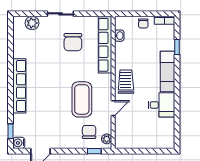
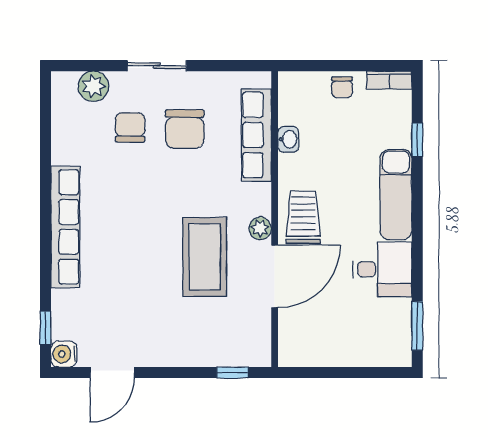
washbasin: (119, 36) -> (288, 139), moved
row of seats: (105, 45) -> (256, 135), width x0.73
door: (113, 108) -> (275, 276), width x1.88
window: (177, 130) -> (417, 326), added
chair: (89, 132) -> (130, 127), moved
plant: (107, 139) -> (260, 228), moved

